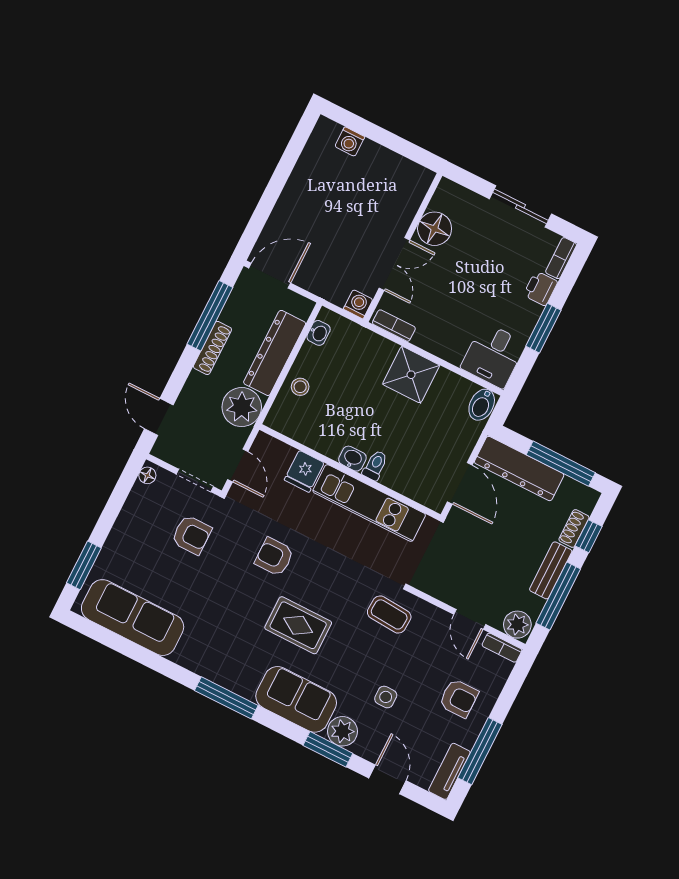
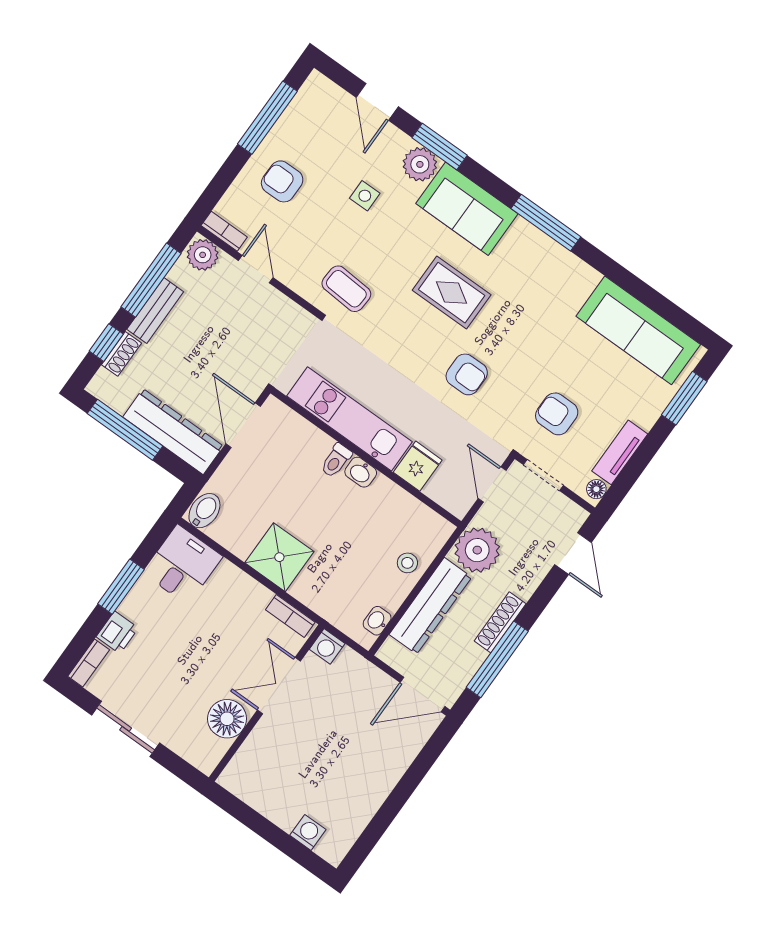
tv unit: (449, 771) -> (620, 452), moved, turned 180

